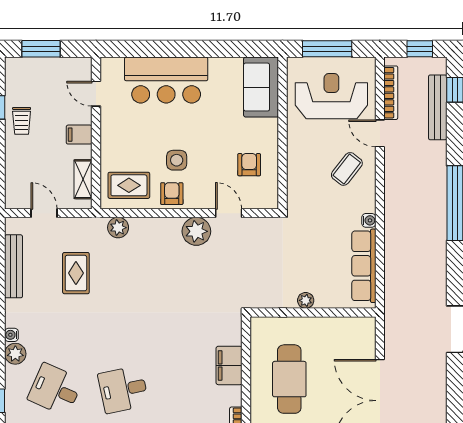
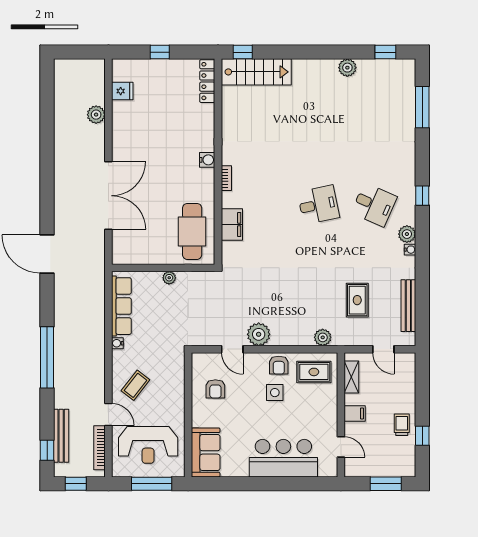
cafe table: (289, 379) -> (192, 231), moved

